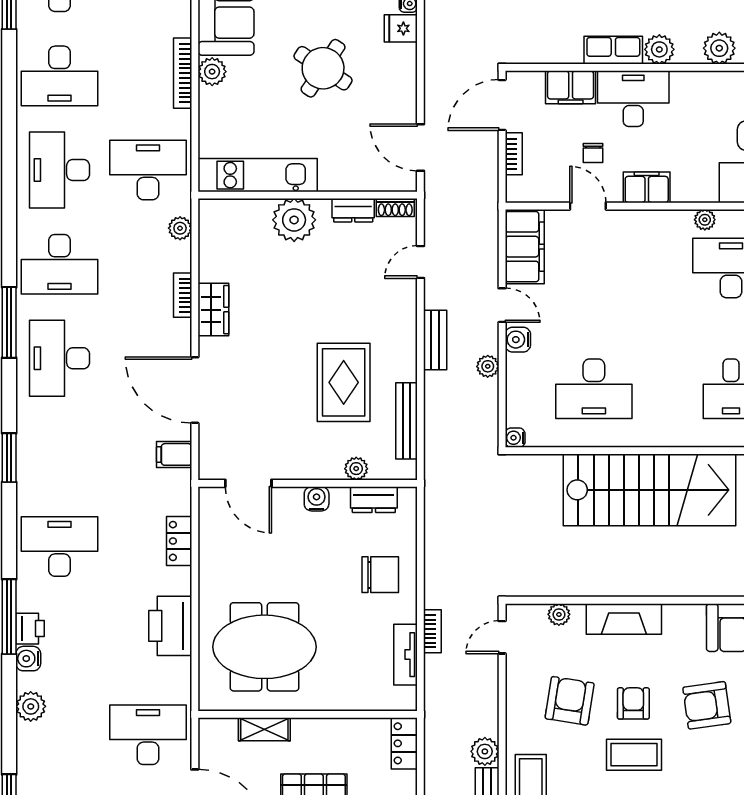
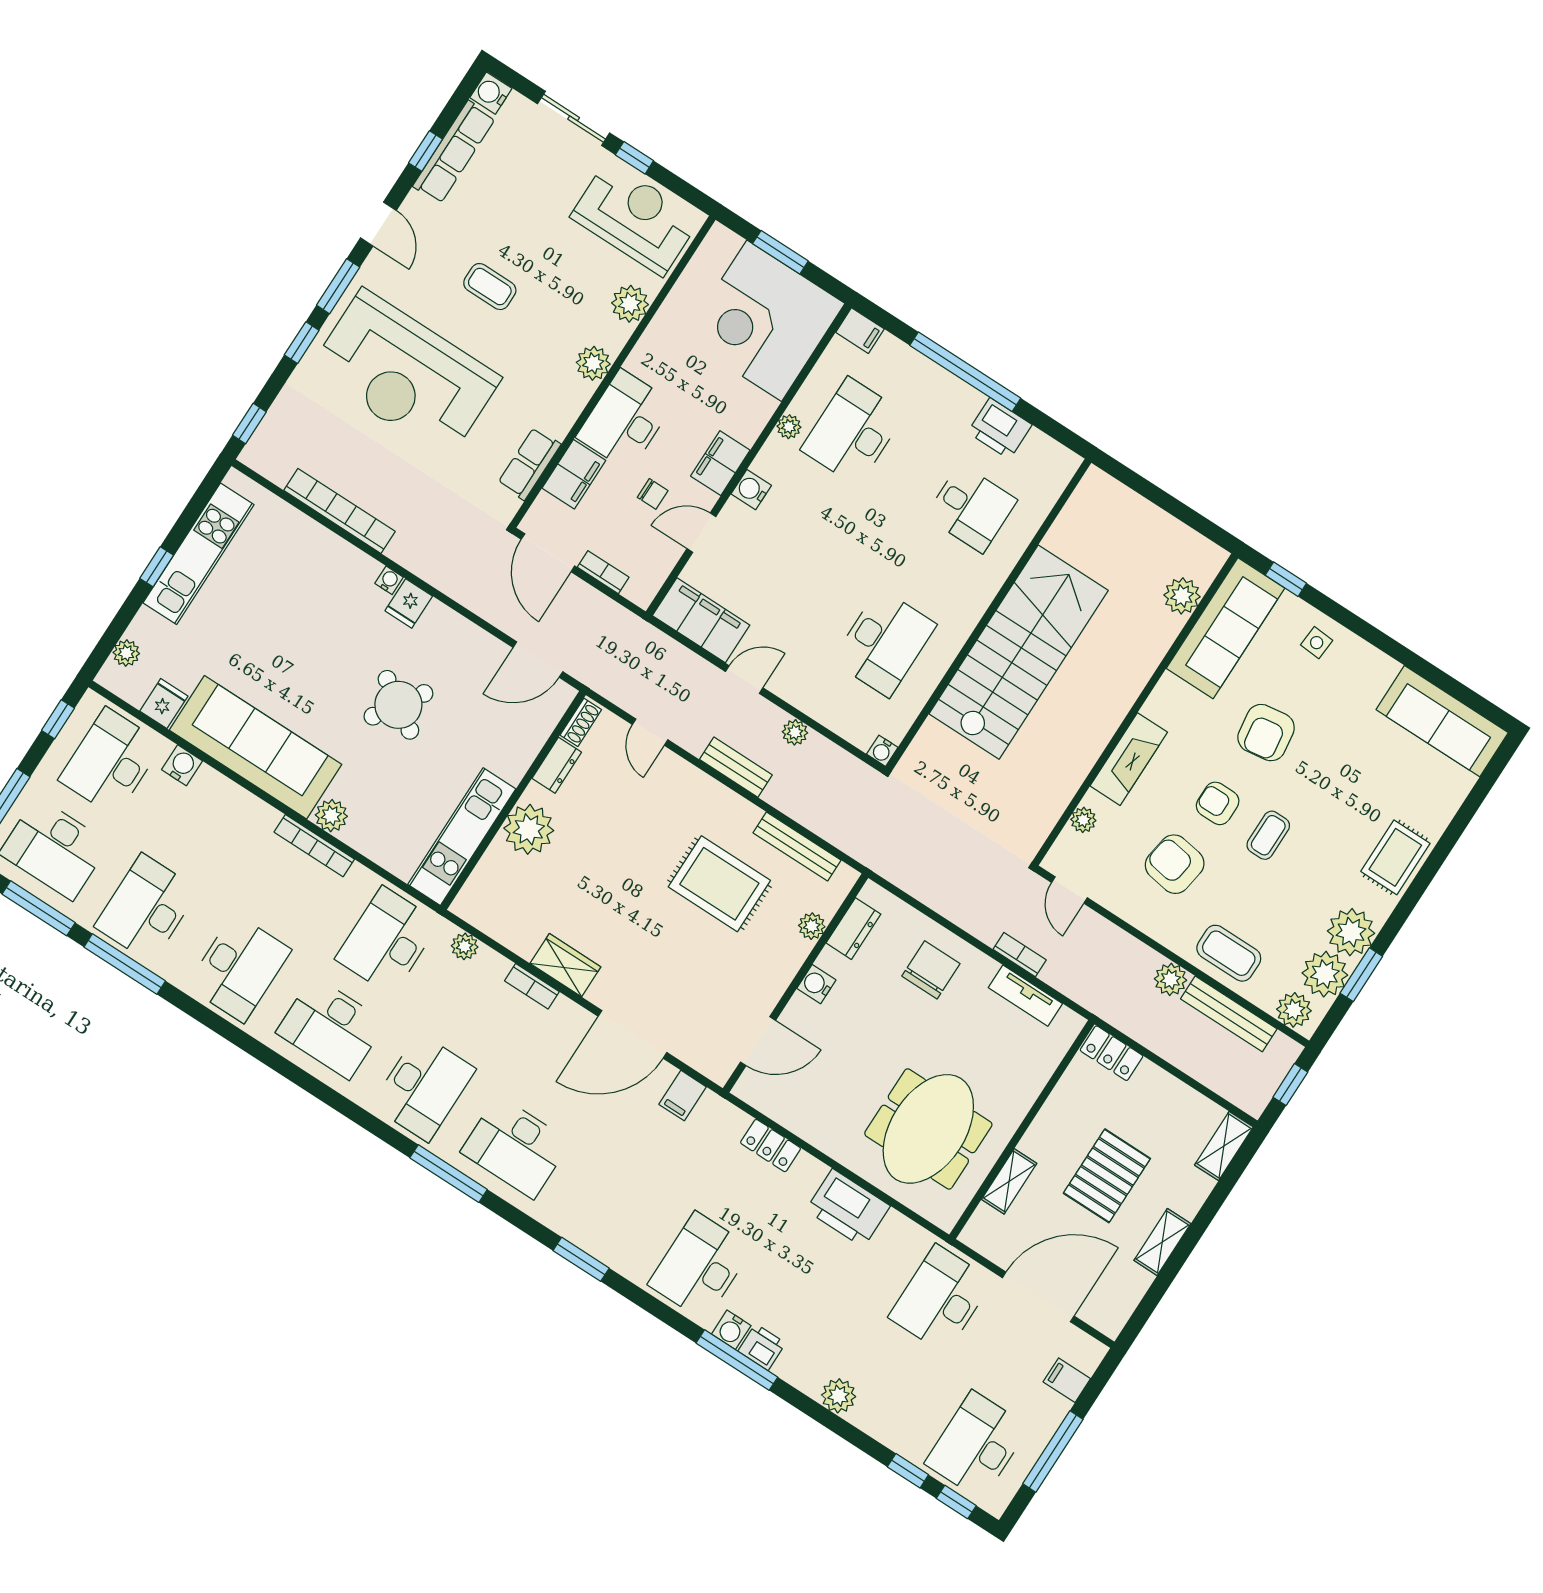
row of seats: (613, 50) -> (529, 464), moved
water cooler: (518, 340) -> (751, 490), moved, turned 90
water cooler: (28, 659) -> (731, 1330), moved
coffee table: (634, 755) -> (1268, 835), width x0.73, depth x0.77

